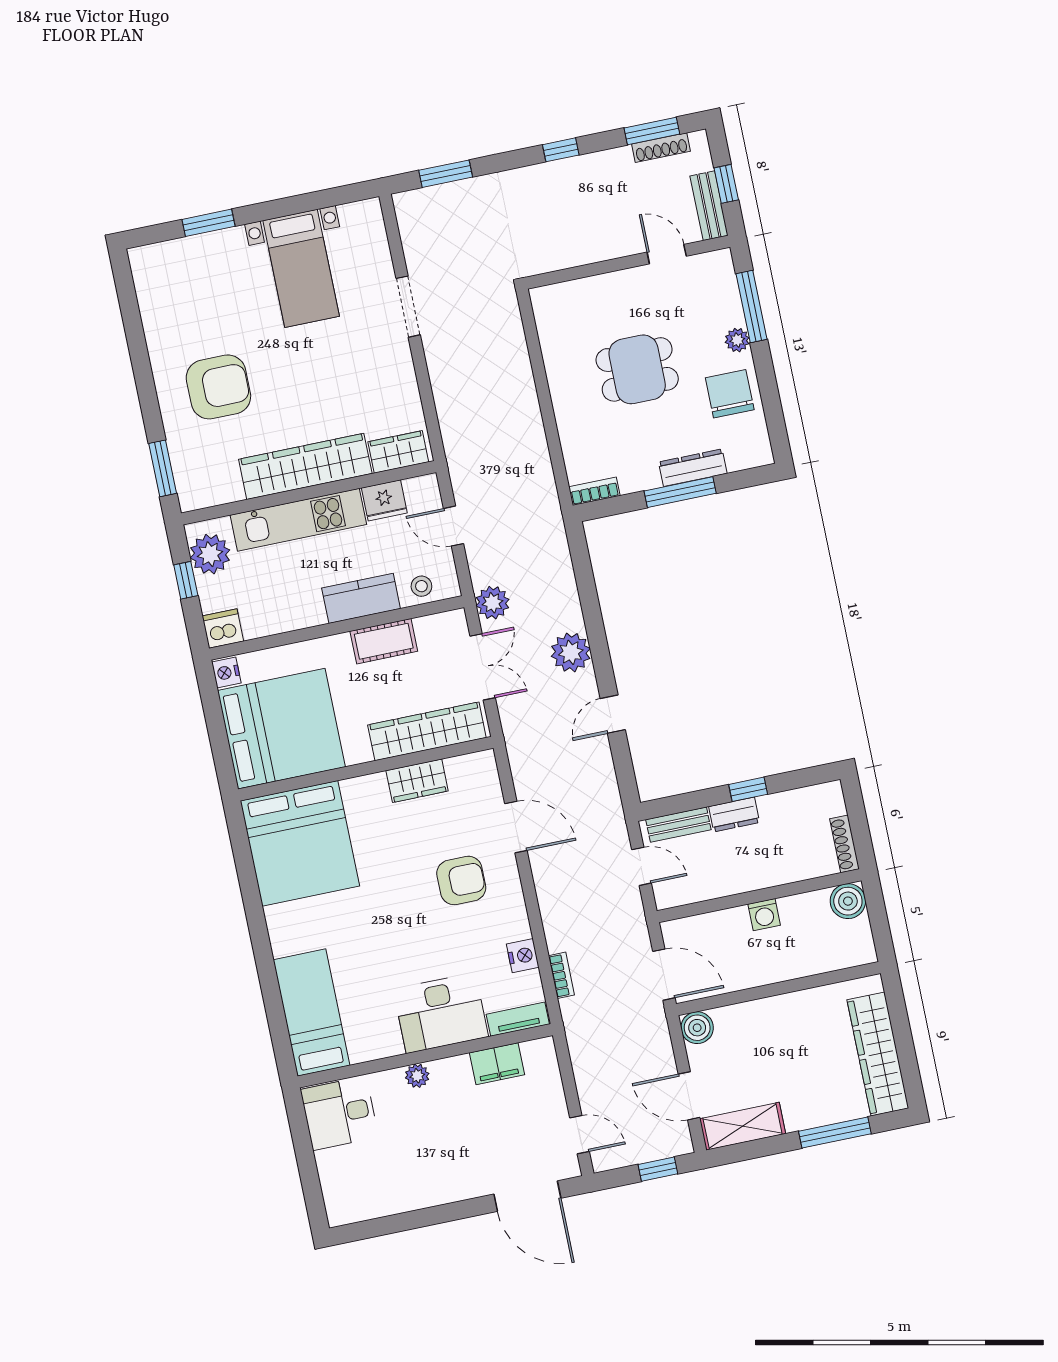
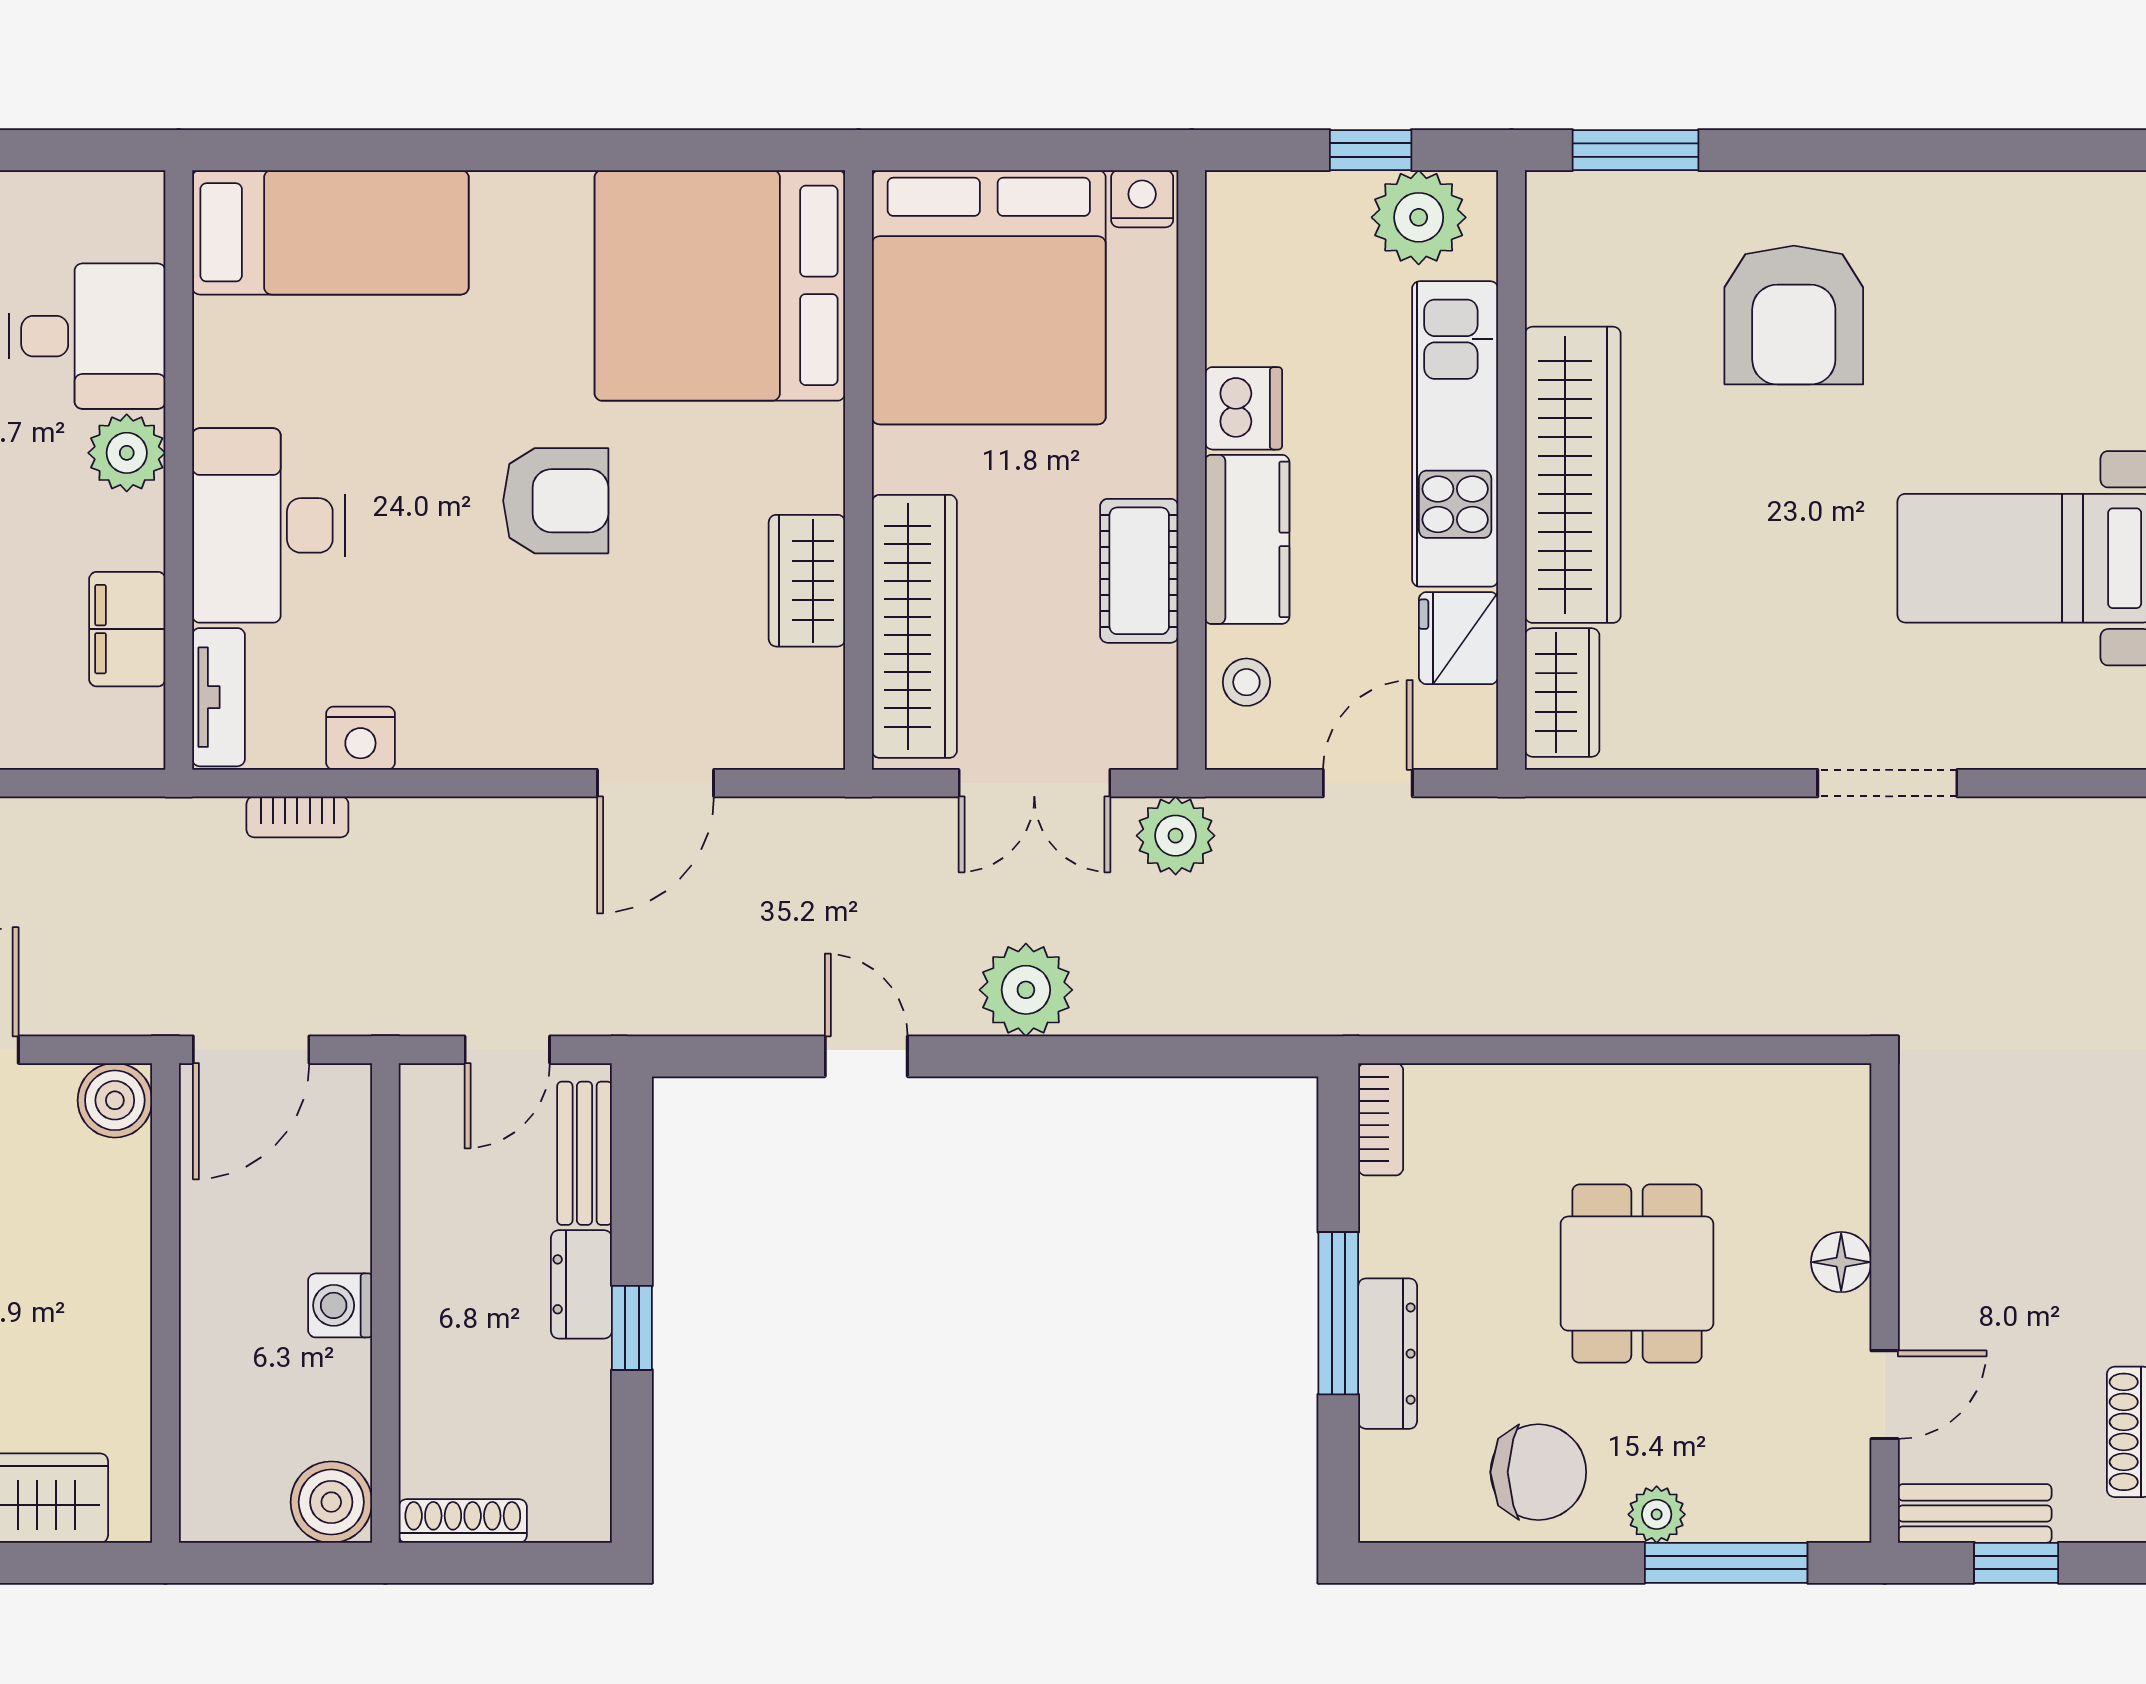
floor lamp: (614, 284) -> (1841, 1262), added
dishwasher: (223, 629) -> (1244, 408), moved
armchair: (461, 880) -> (556, 501), moved, turned -90
plant: (417, 1076) -> (127, 453), width x1.38, depth x1.38
desk: (340, 1113) -> (87, 336), moved, turned 90

